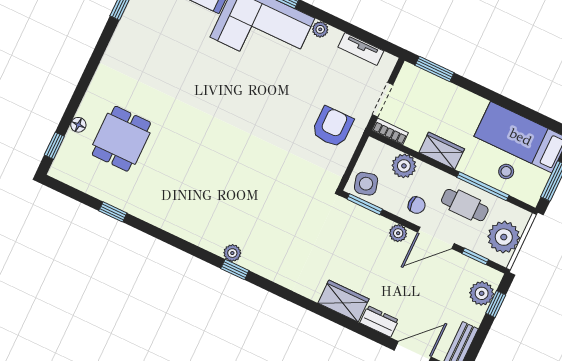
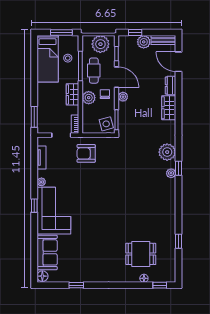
plant: (404, 166) -> (89, 98), moved
plant: (271, 263) -> (167, 152), added
plant: (482, 293) -> (144, 42), moved

